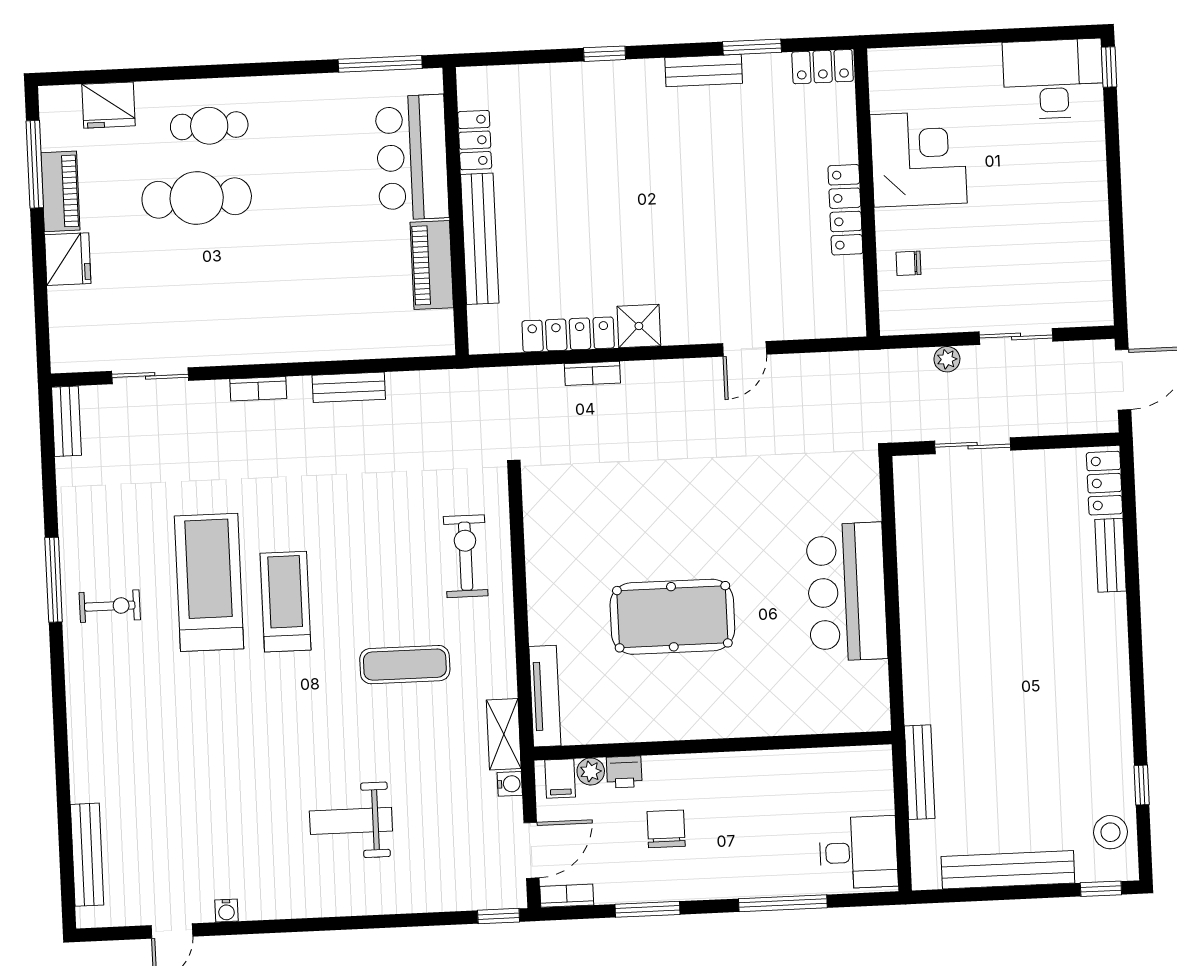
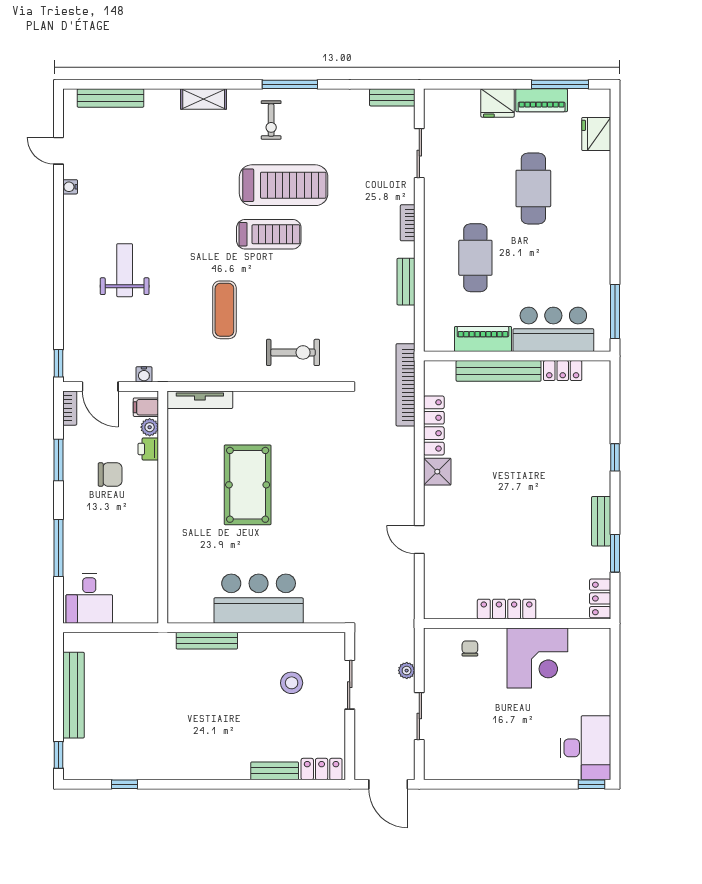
cafe table: (209, 126) -> (475, 258), moved, width x1.37, depth x1.35
bookcase: (592, 373) -> (406, 385), moved, width x2.31, depth x1.31
shelving: (504, 734) -> (204, 99), moved
bench: (920, 772) -> (207, 641), moved
stool: (1111, 832) -> (292, 683), moved

